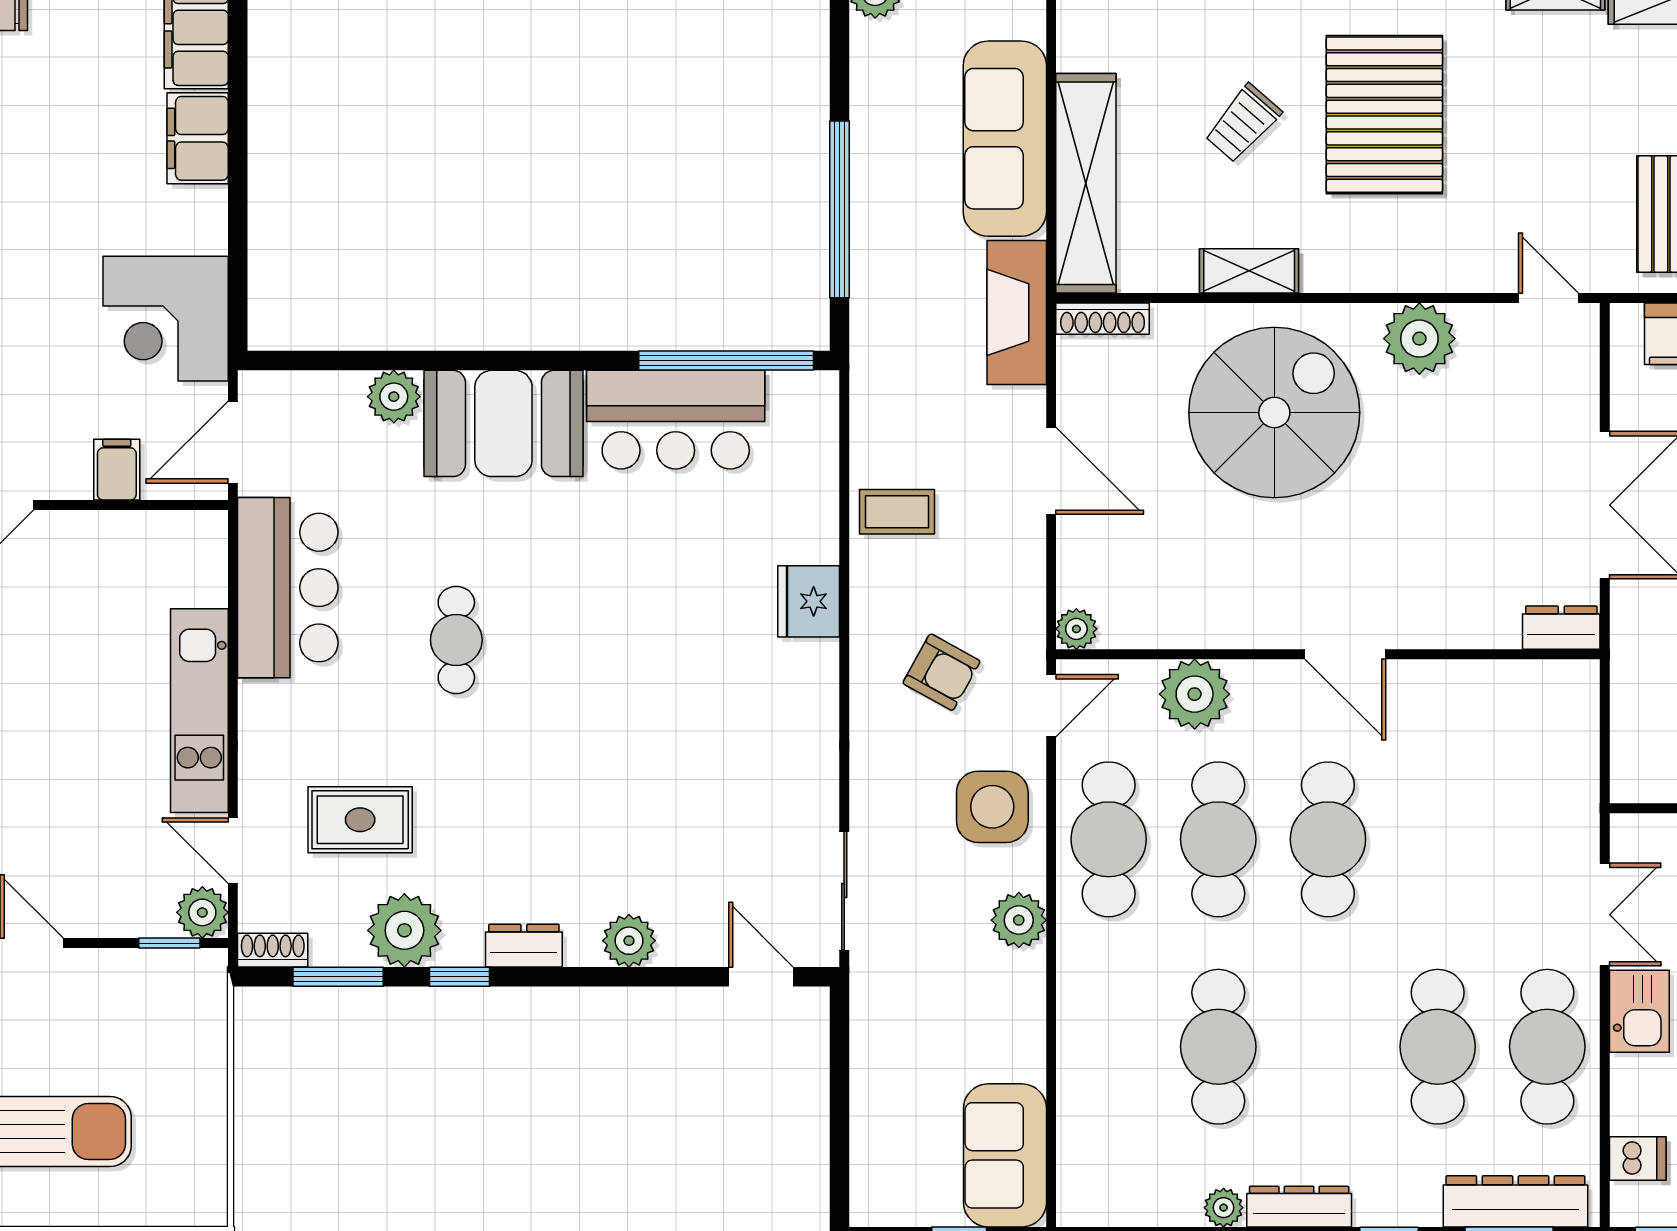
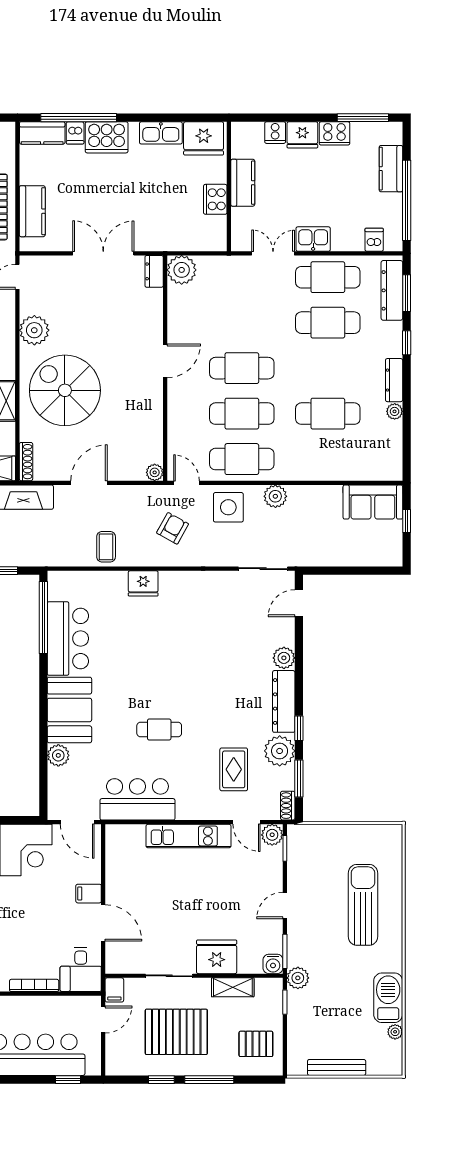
filing cabinet: (117, 470) -> (89, 894), moved
plant: (1195, 694) -> (182, 270), moved
door: (233, 851) -> (247, 822), hinge flipped
dresser: (524, 946) -> (284, 701), width x1.96, depth x1.24

